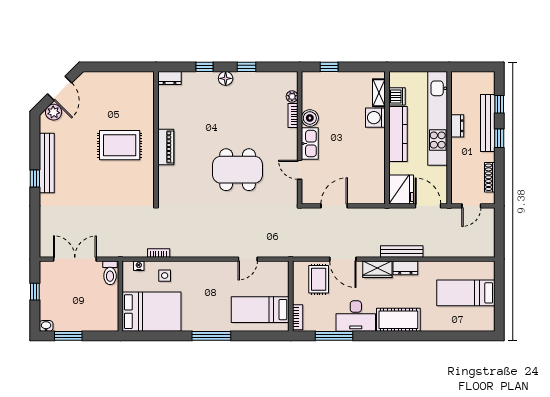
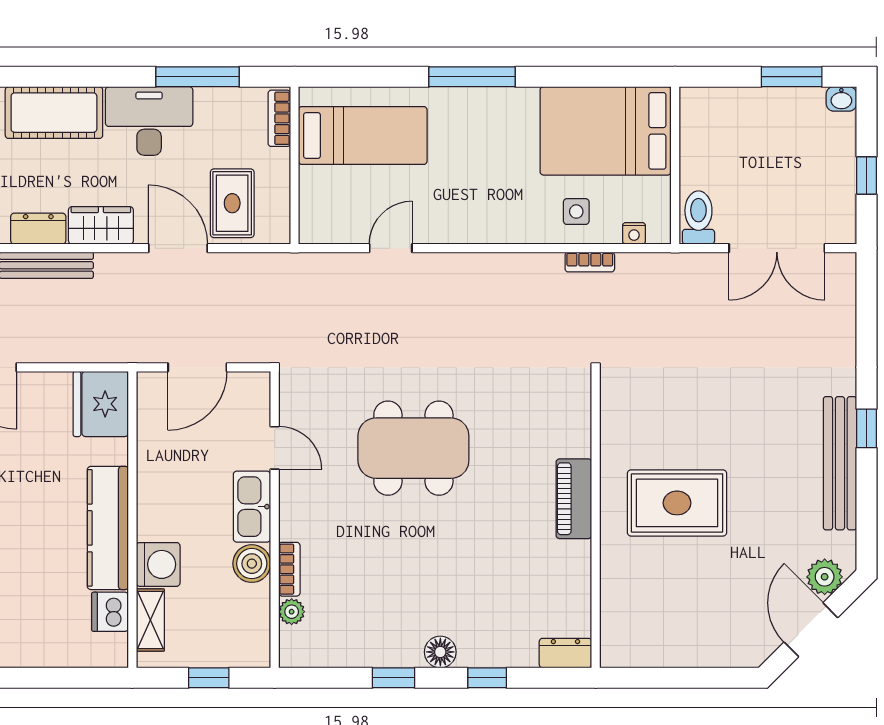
shelving: (379, 93) -> (150, 620), moved
dishwasher: (397, 96) -> (110, 612), moved
washing machine: (375, 118) -> (158, 564), moved
kitchen counter: (398, 134) -> (108, 528), moved
wall: (387, 138) -> (132, 520), moved
fridge: (401, 189) -> (101, 404), moved

